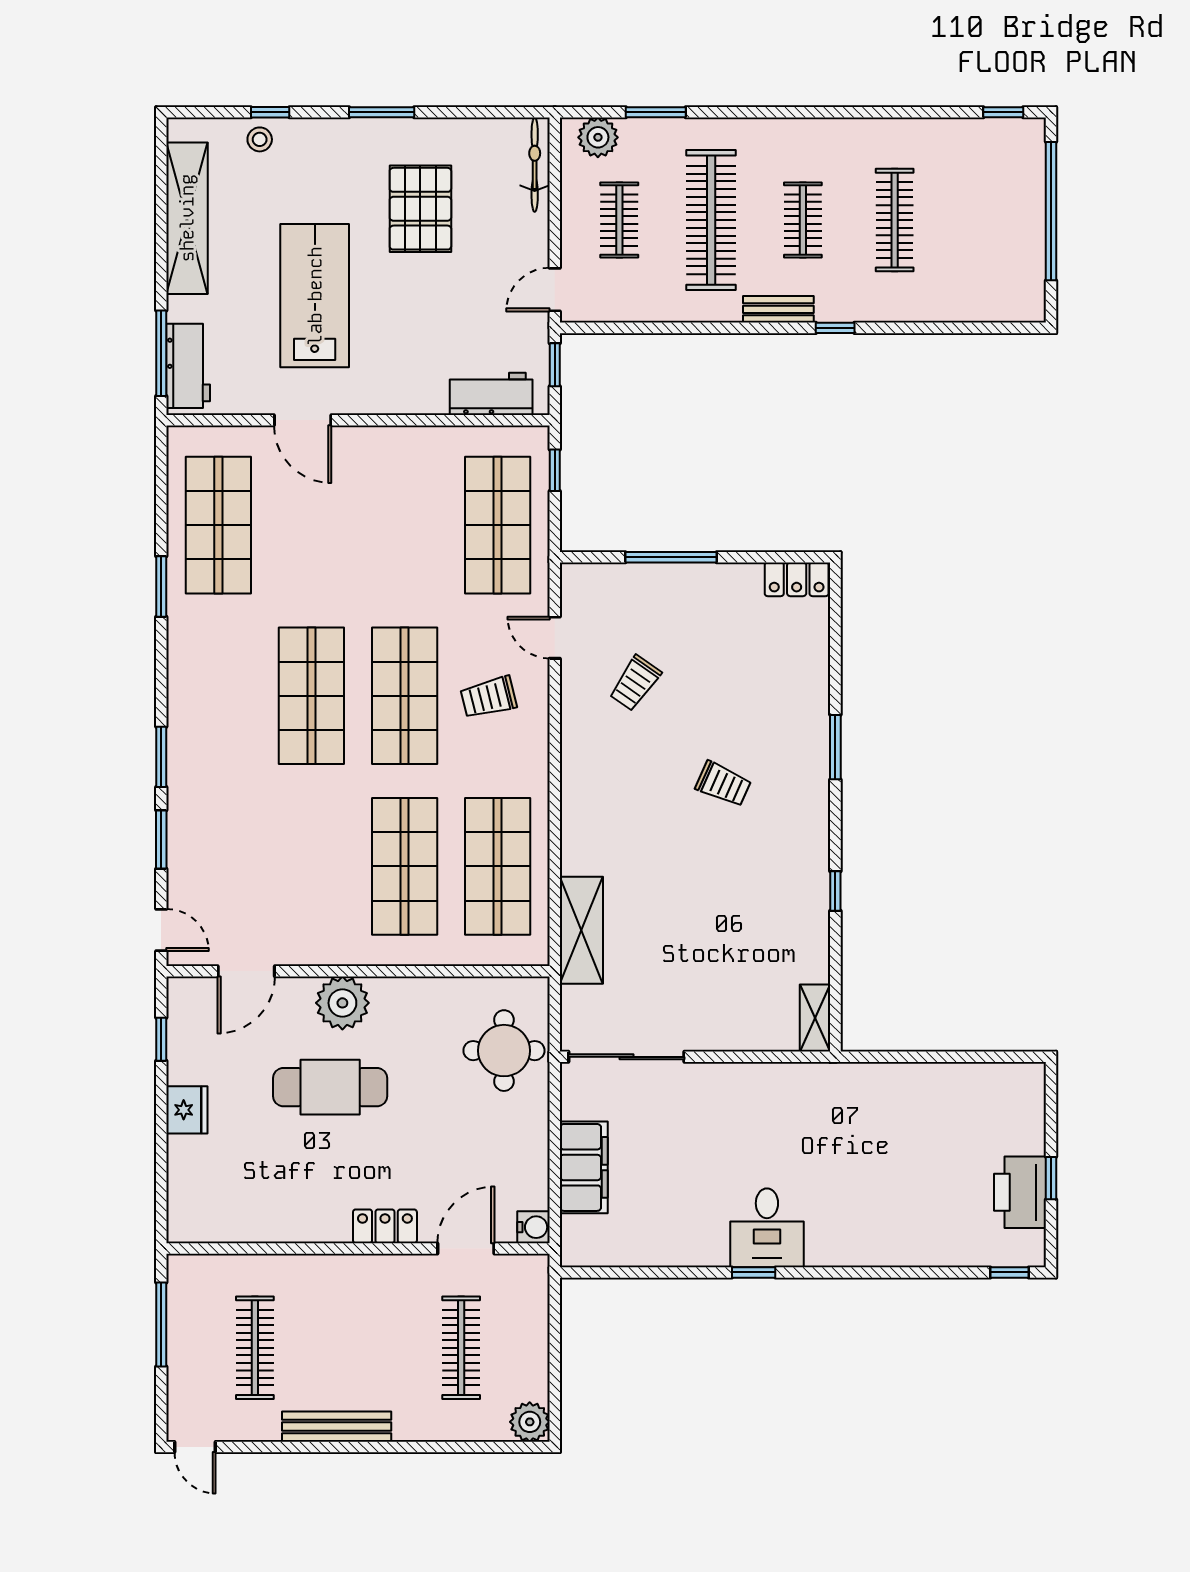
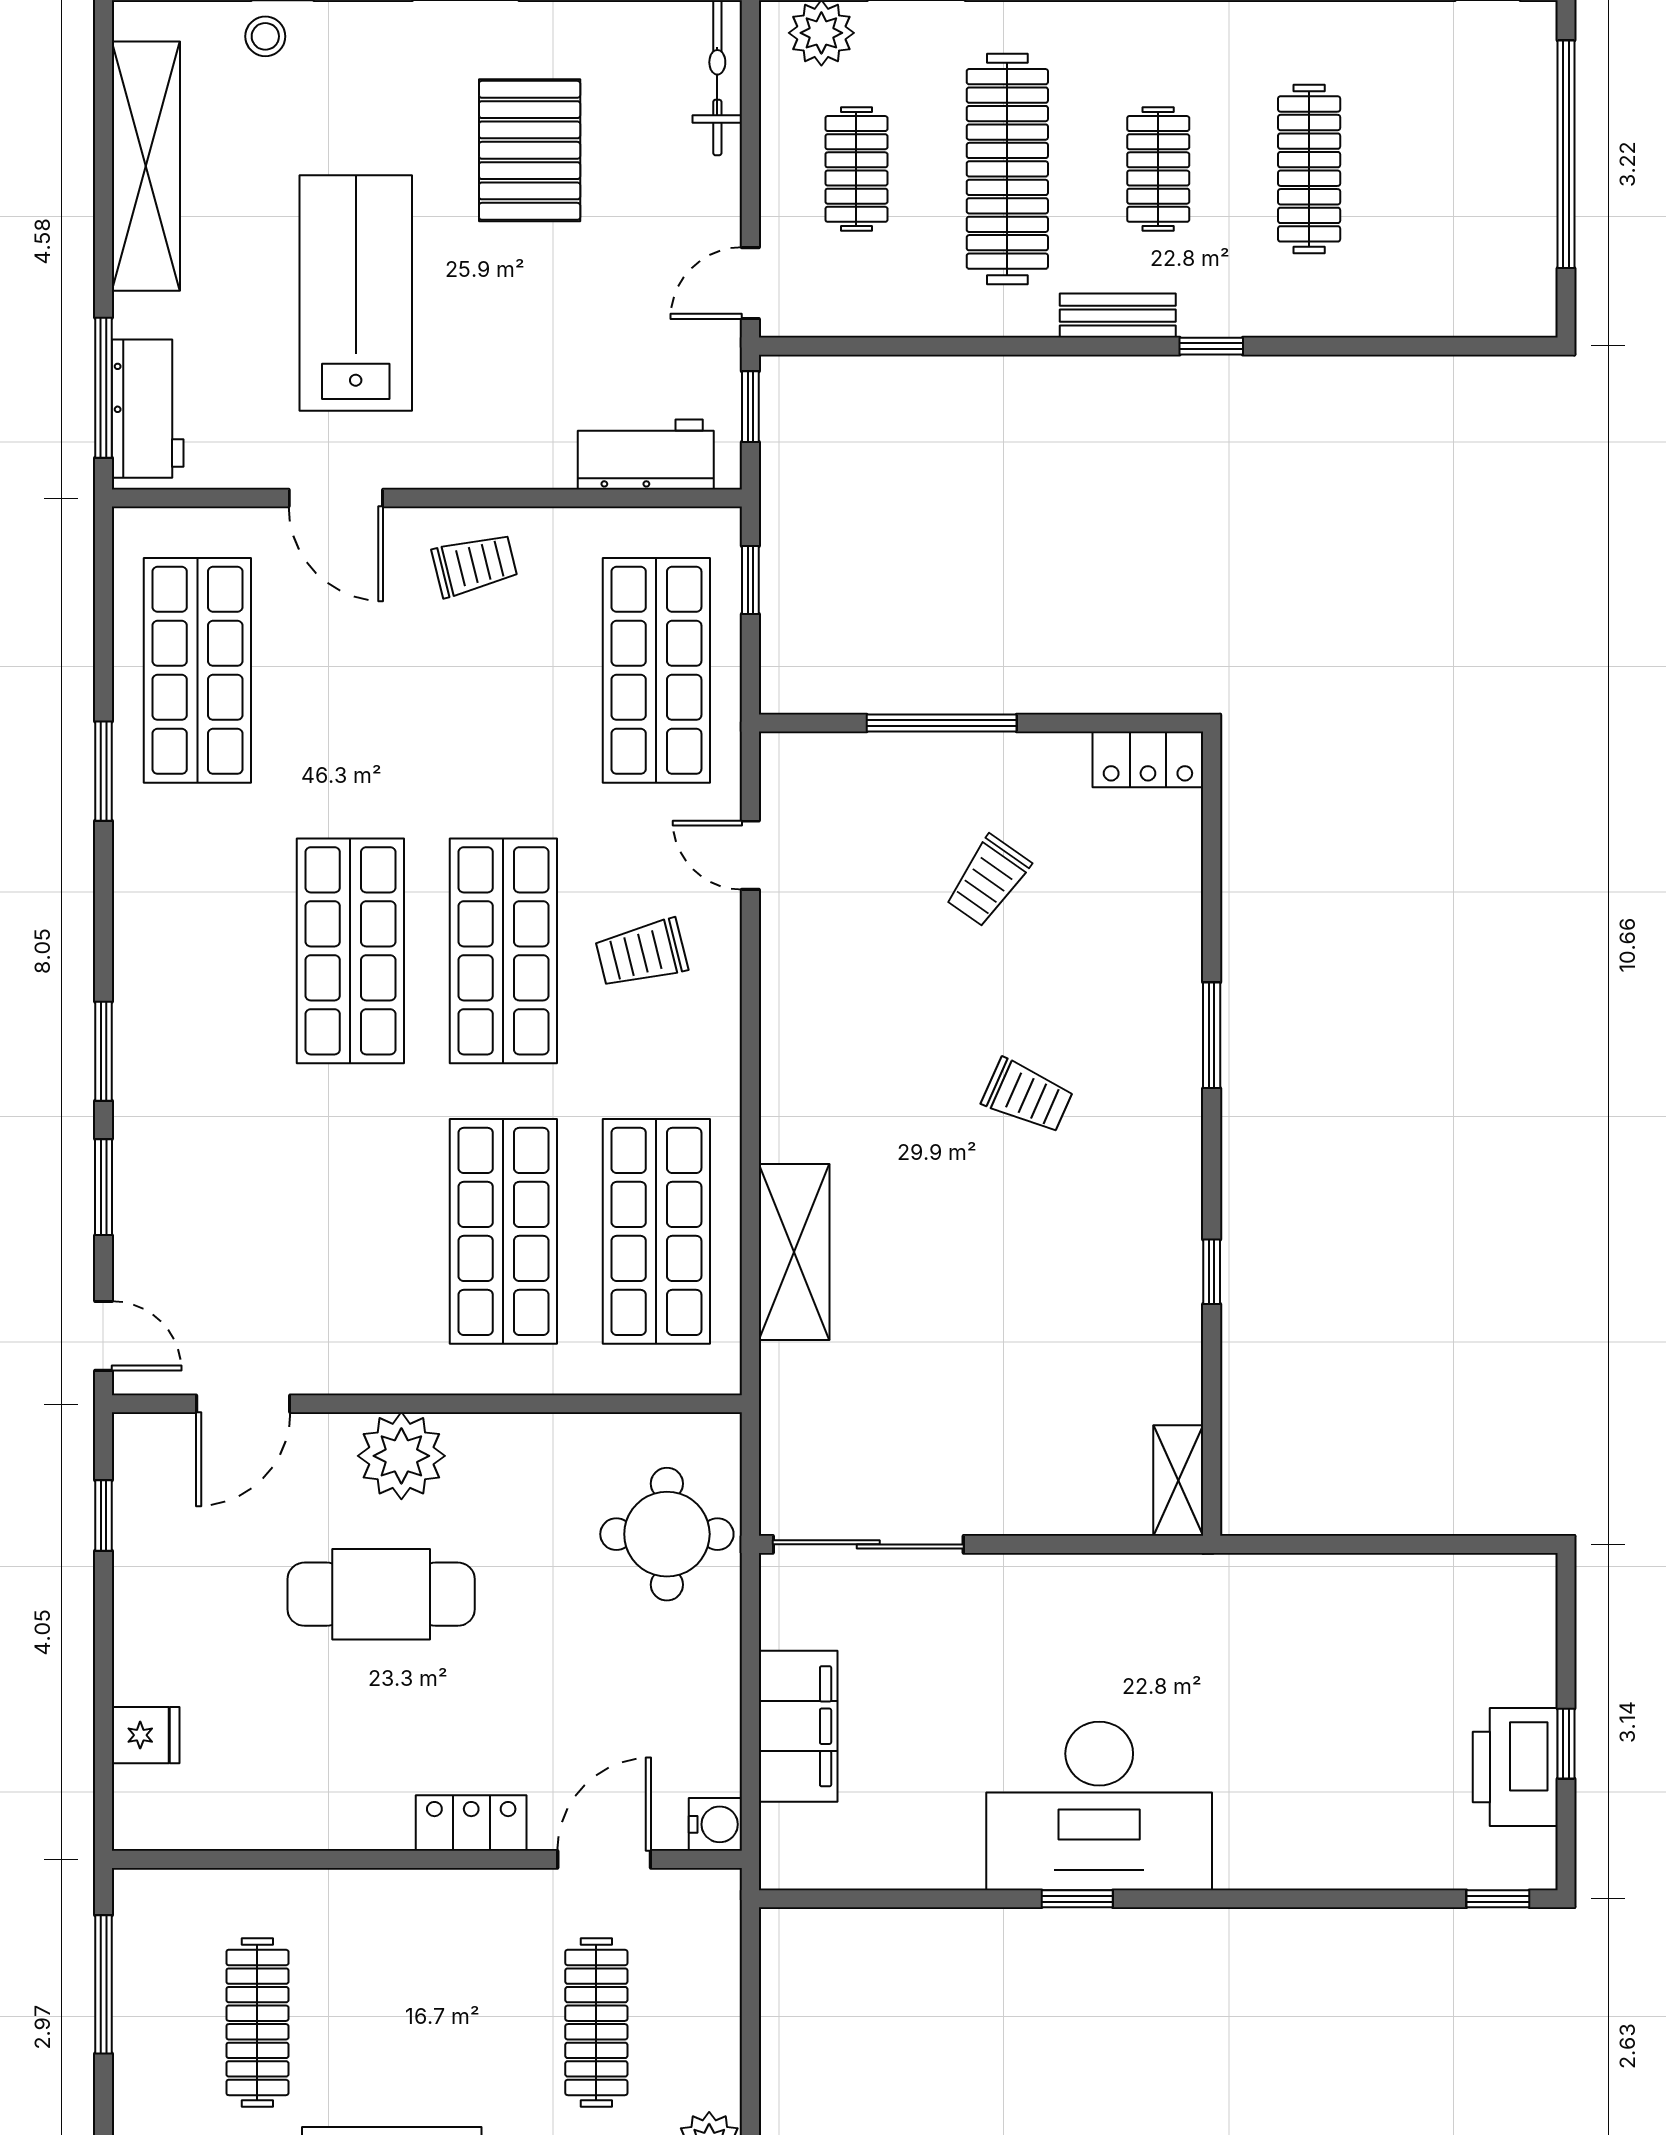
trolley: (387, 461) -> (475, 565), added
trolley: (635, 683) -> (988, 881), moved
shelving: (581, 930) -> (794, 1252), moved
fridge: (187, 1110) -> (146, 1735), moved, width x0.72
desk: (767, 1228) -> (1099, 1806), width x1.87, depth x1.30

